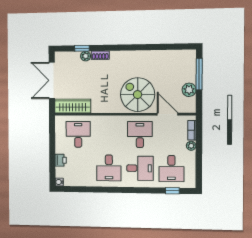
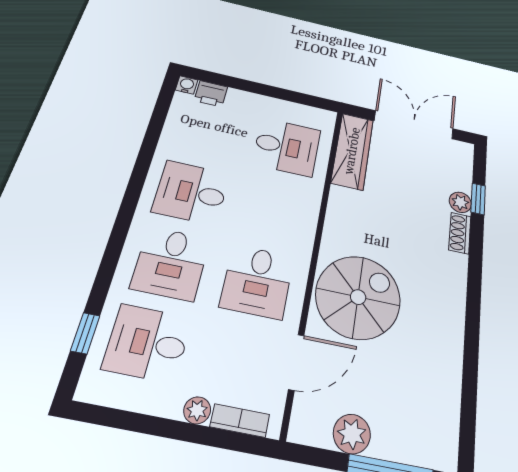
desk: (140, 135) -> (257, 281), turned 90
printer: (61, 160) -> (211, 94), moved

